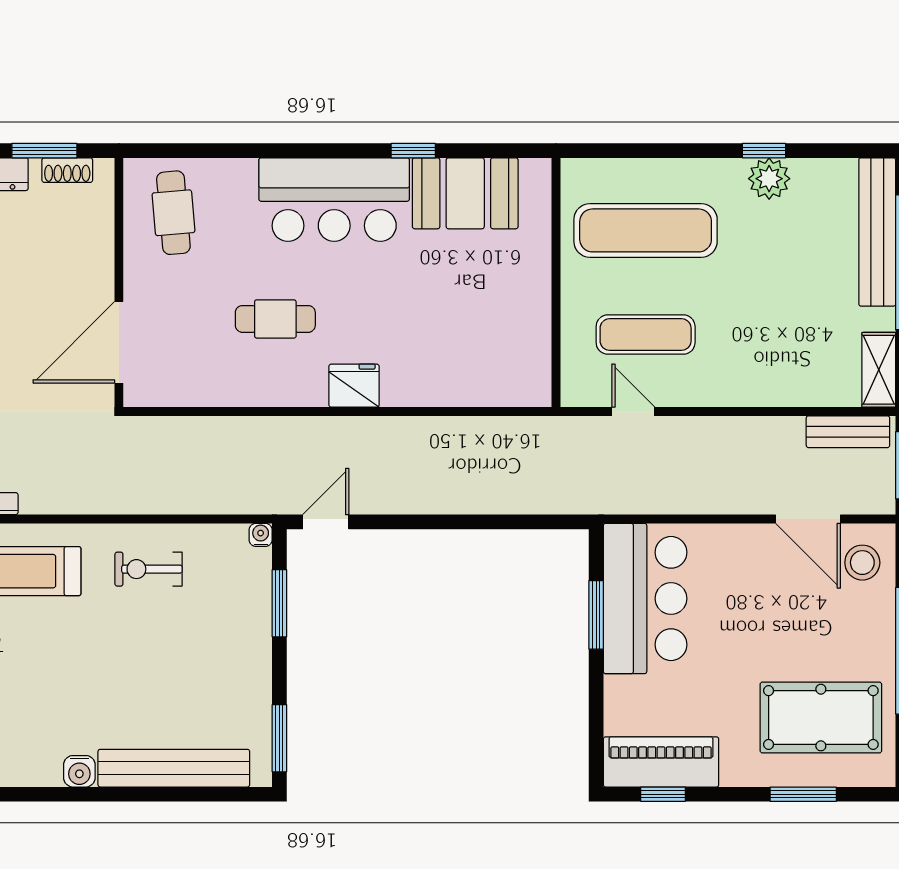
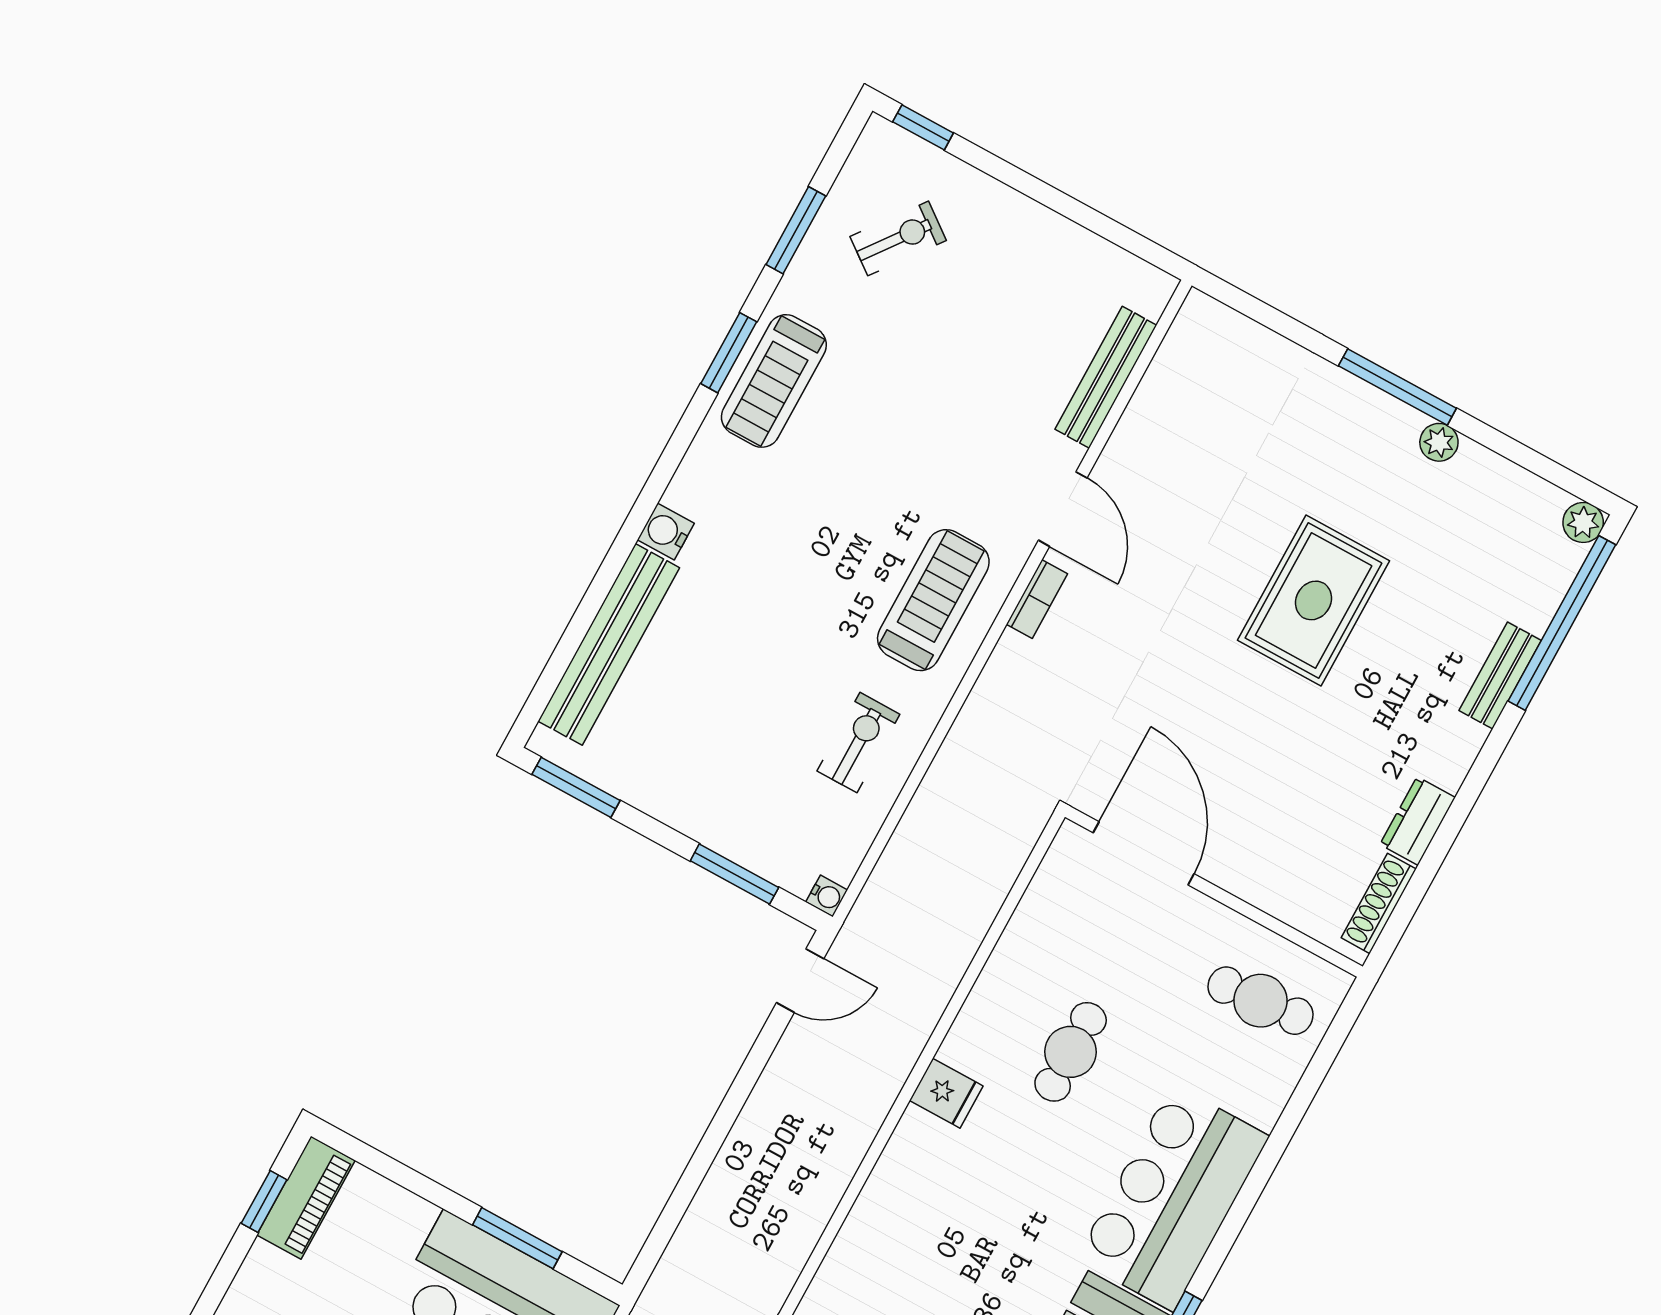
window: (44, 151) -> (1416, 889), removed
shoe rack: (67, 170) -> (1379, 903), width x1.43
fridge: (354, 386) -> (946, 1093), width x0.72
door: (326, 522) -> (800, 981), hinge flipped
piano: (661, 762) -> (306, 1198), width x0.73, depth x0.75

